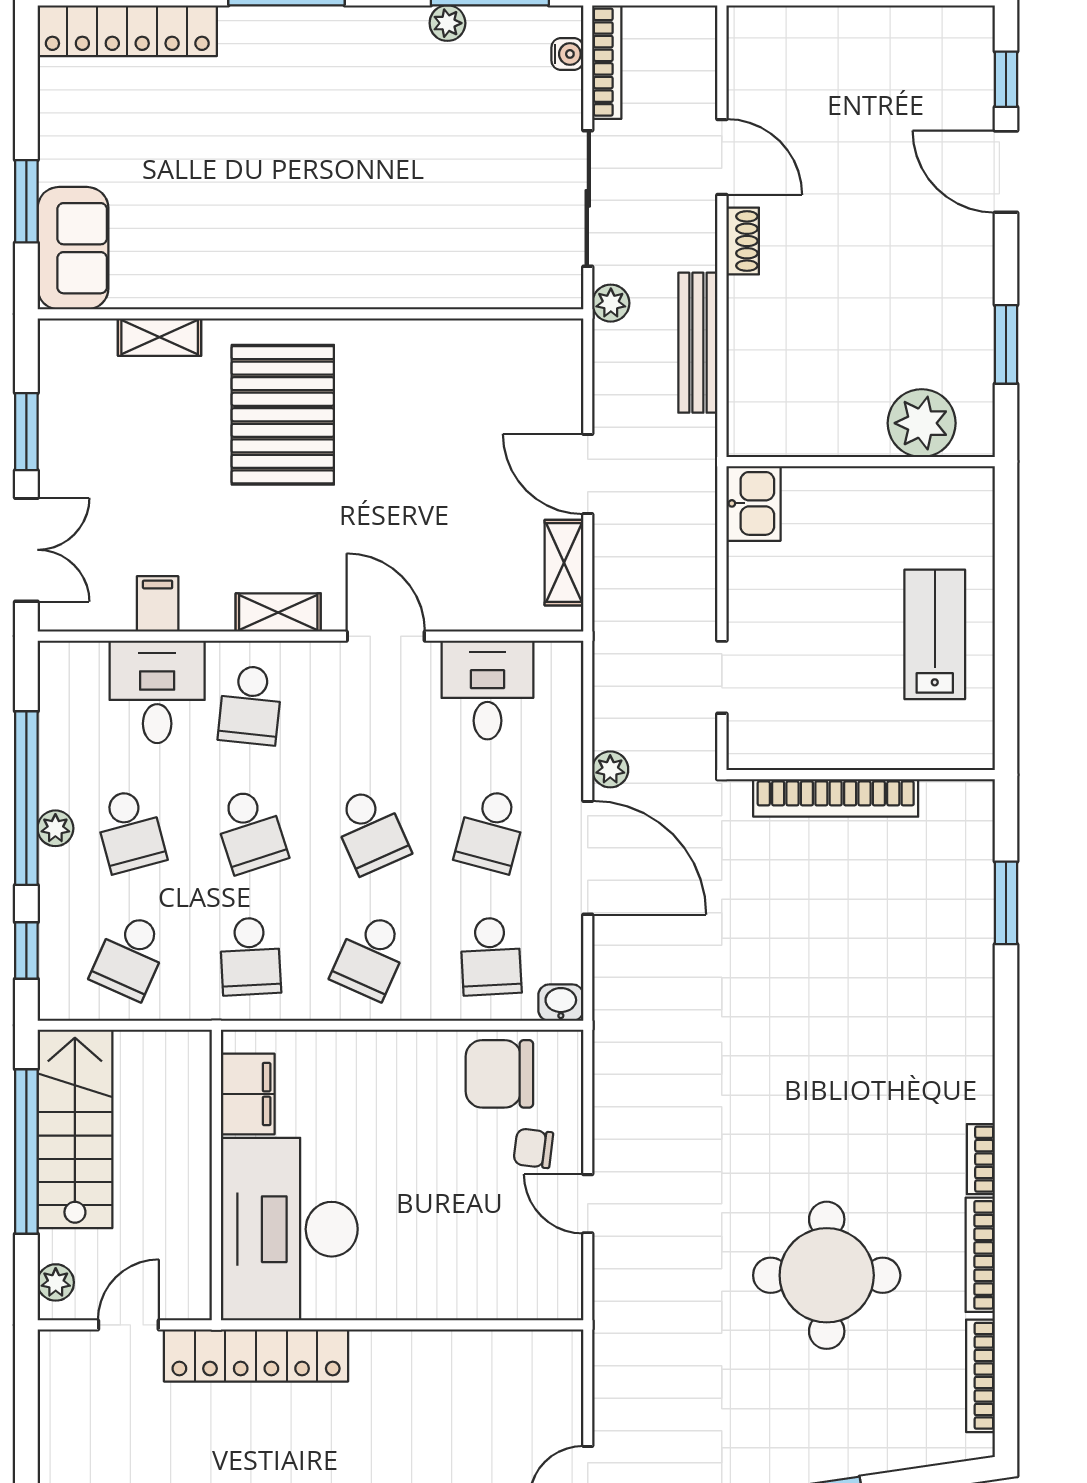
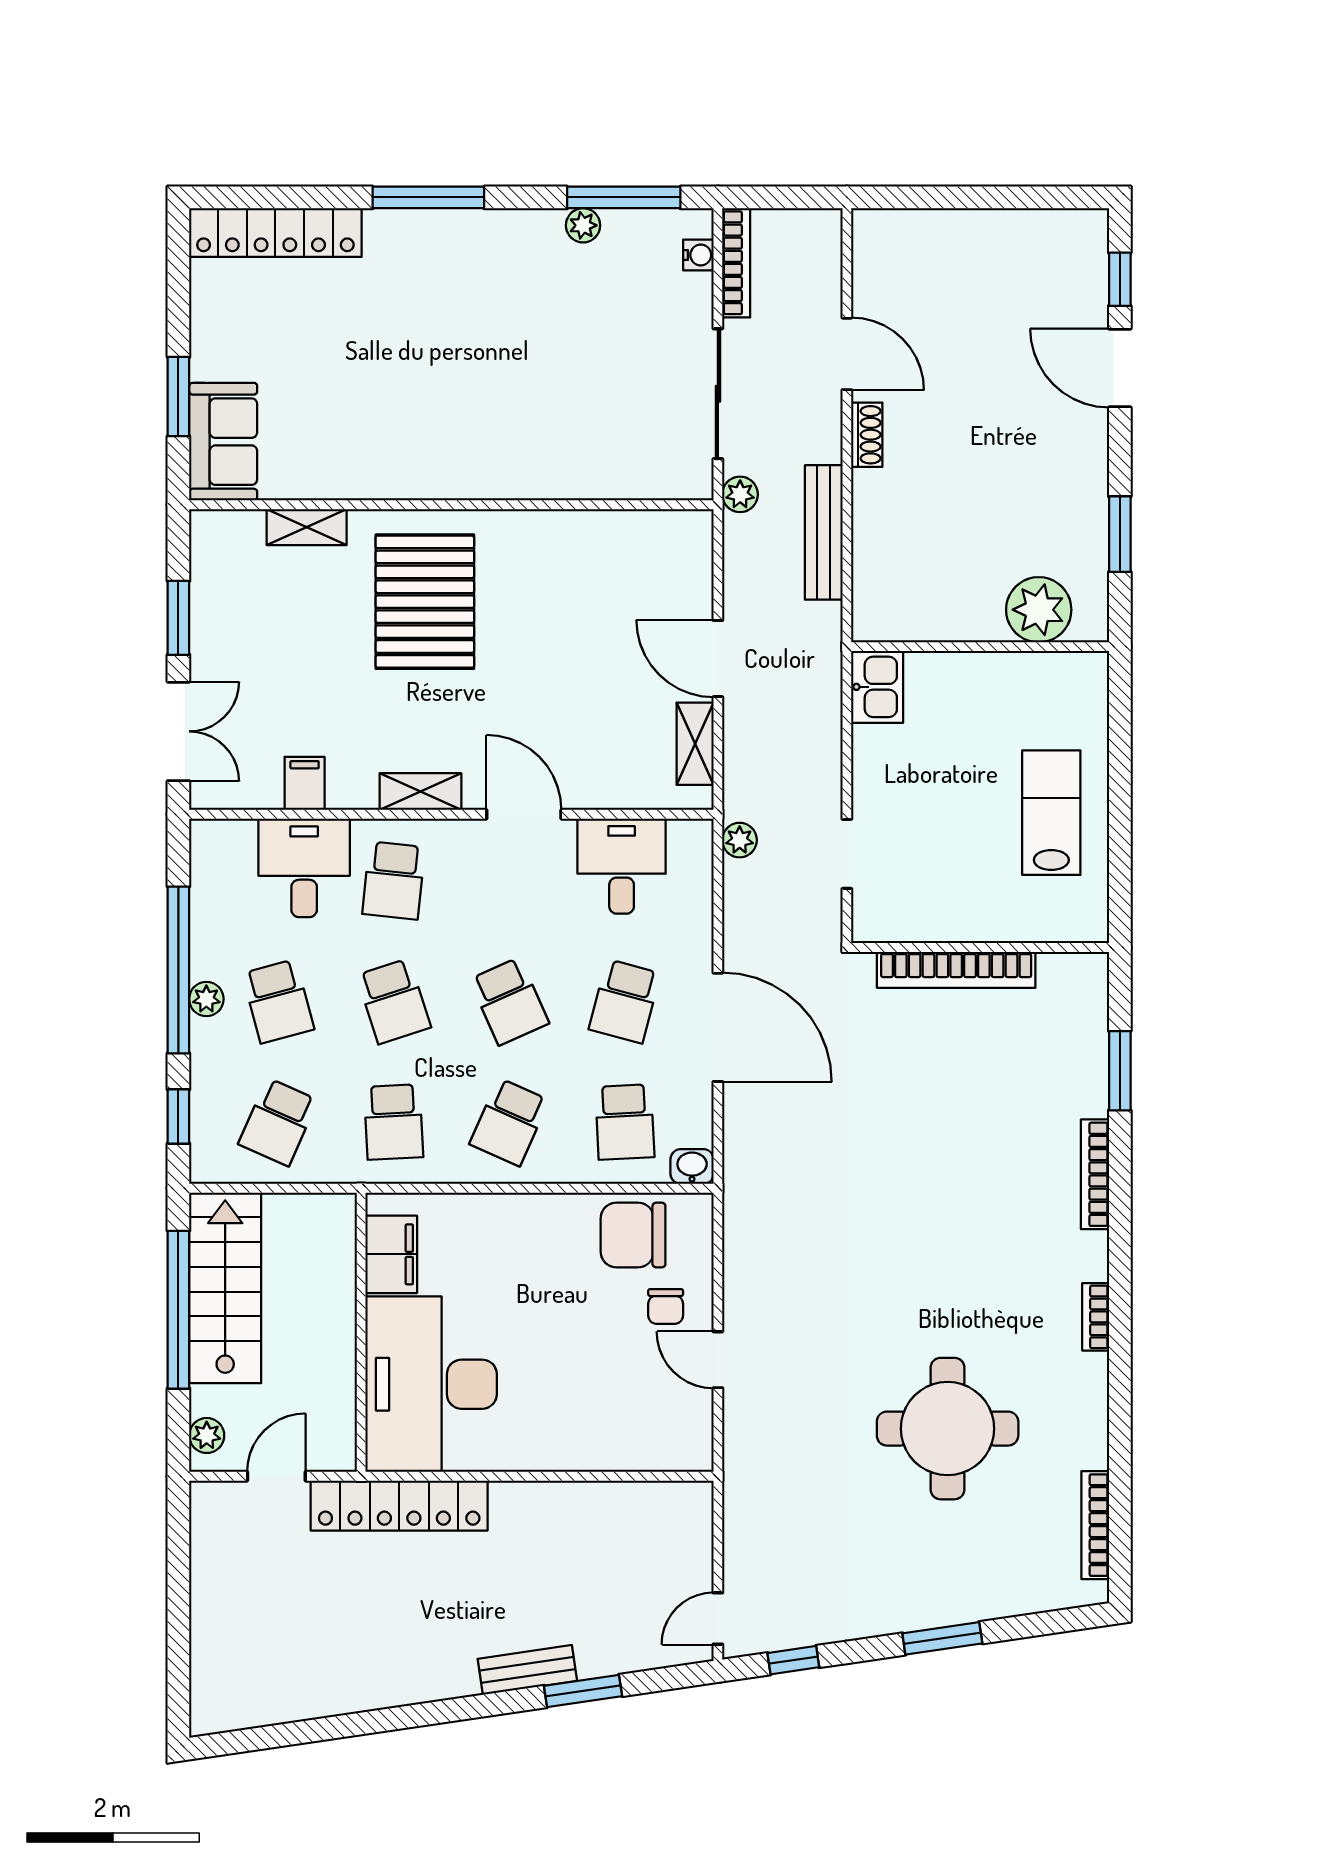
plant: (610, 769) -> (740, 840), moved
chair: (533, 1148) -> (666, 1306), turned -97
bookcase: (980, 1255) -> (1095, 1174), moved

